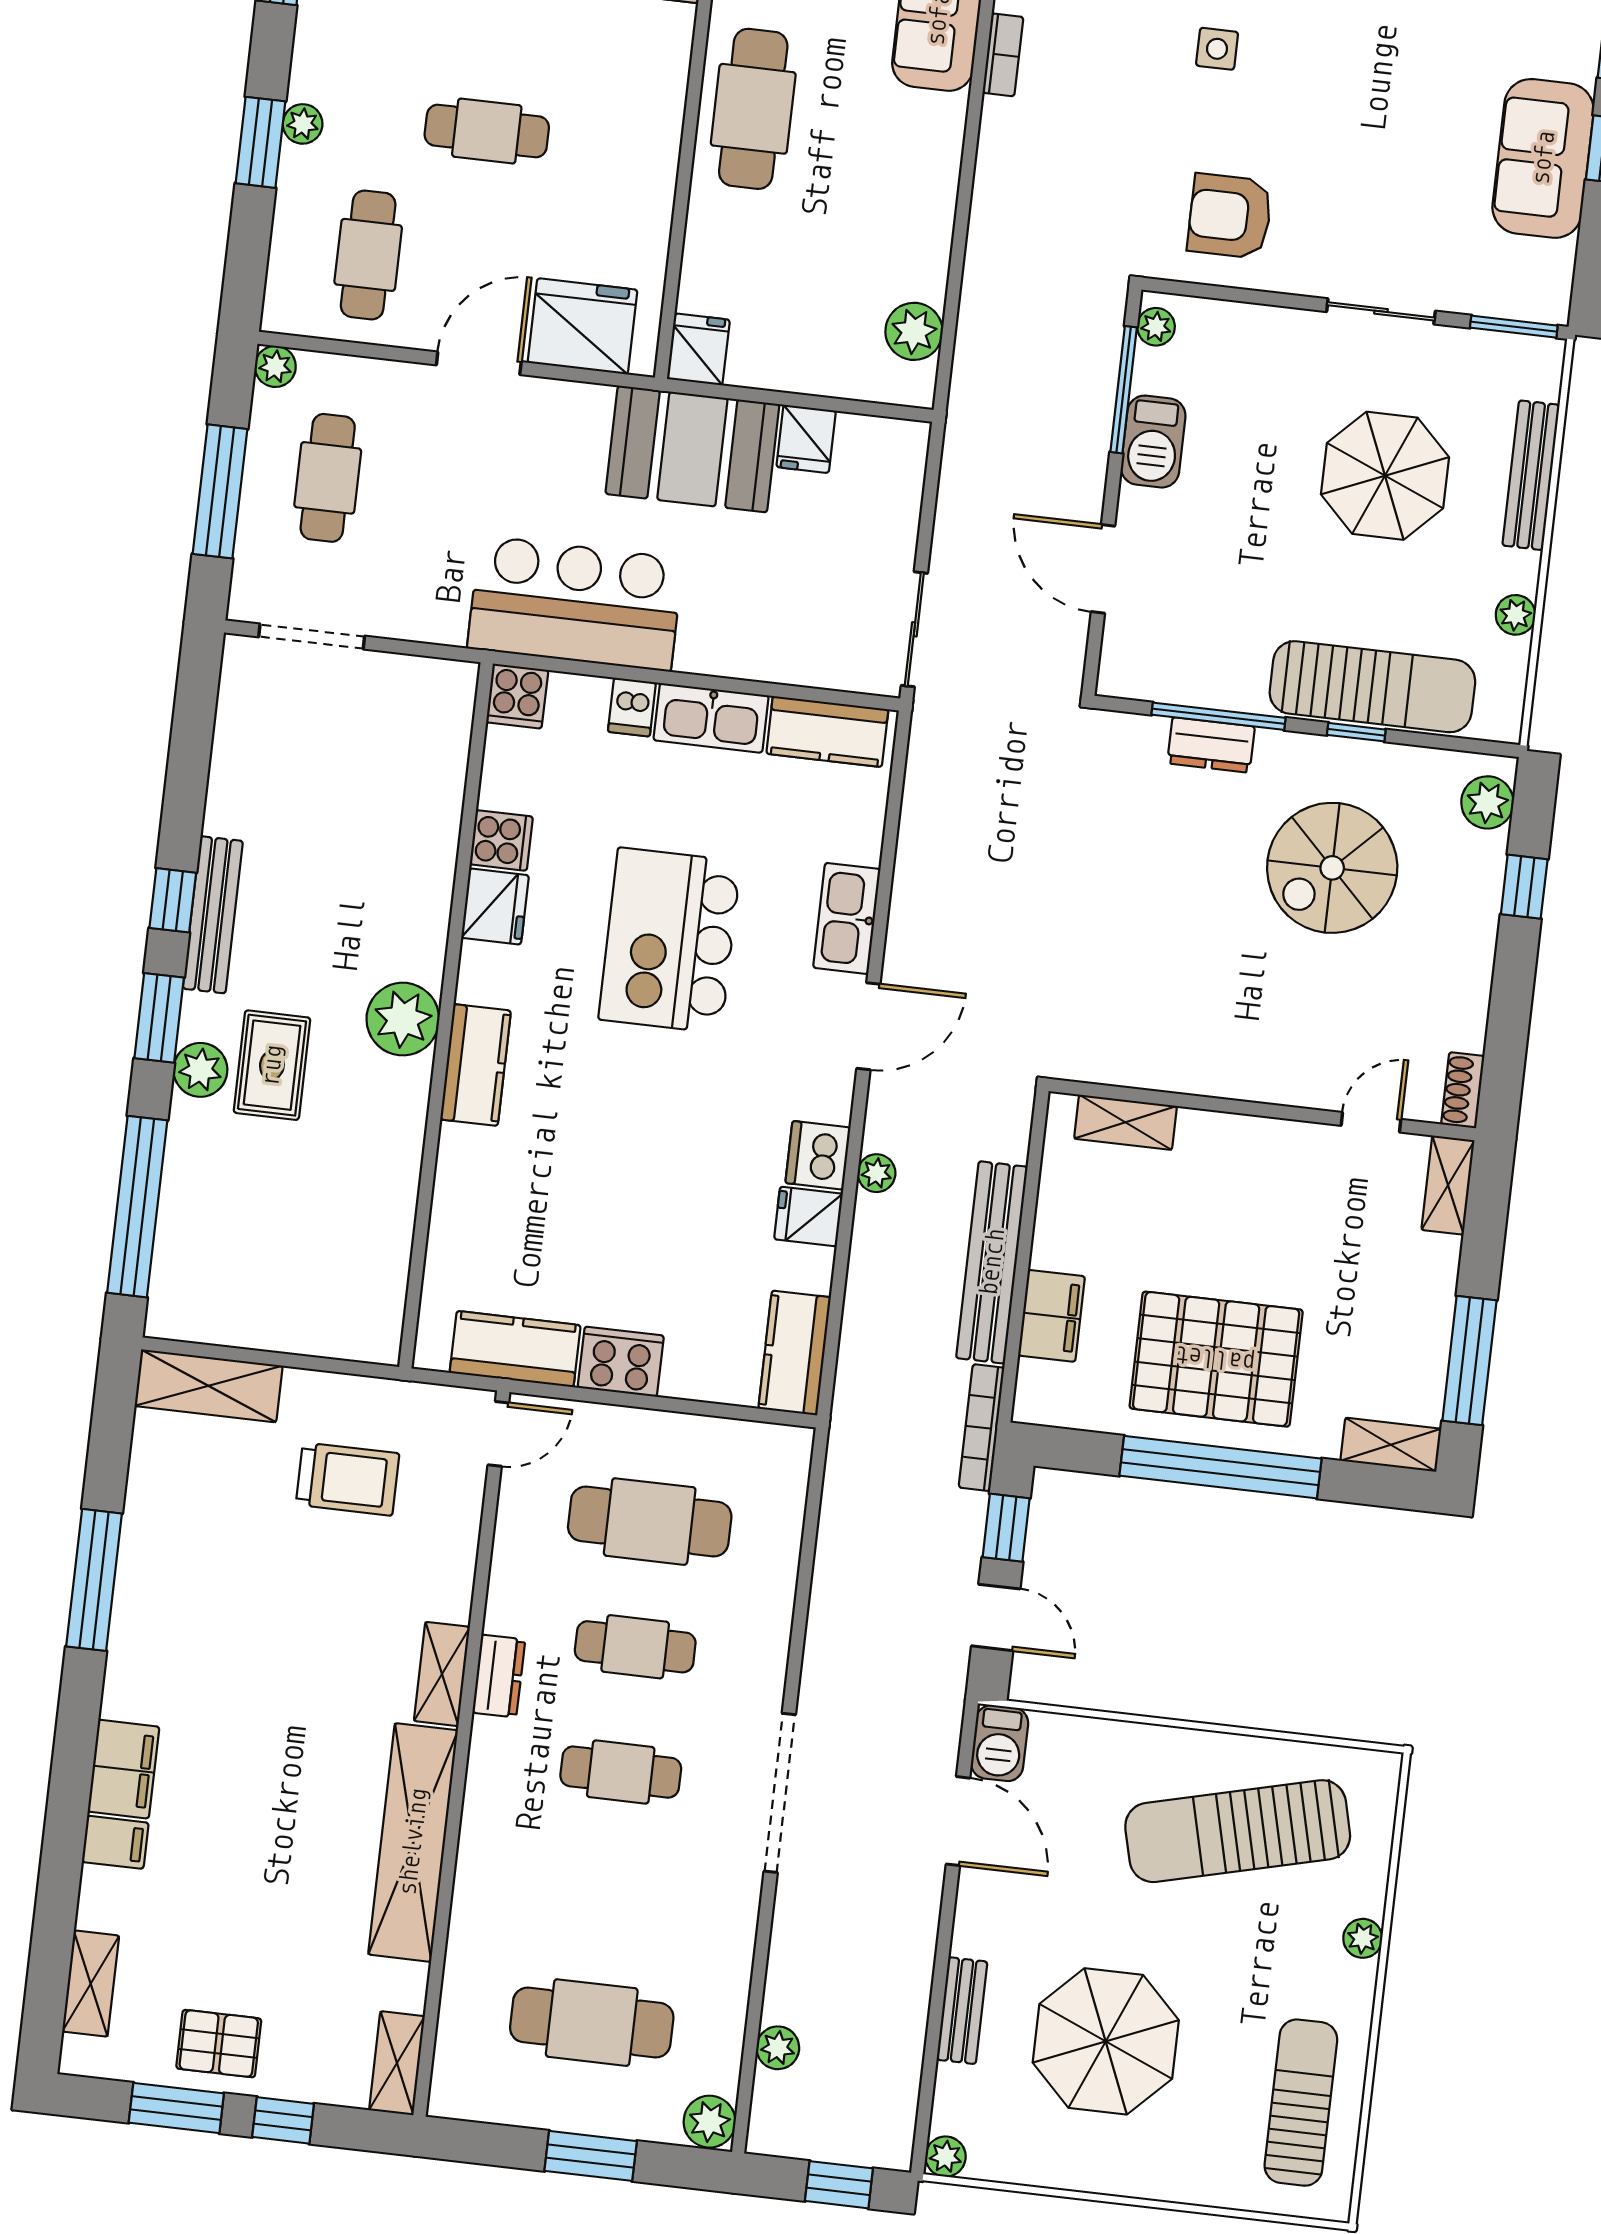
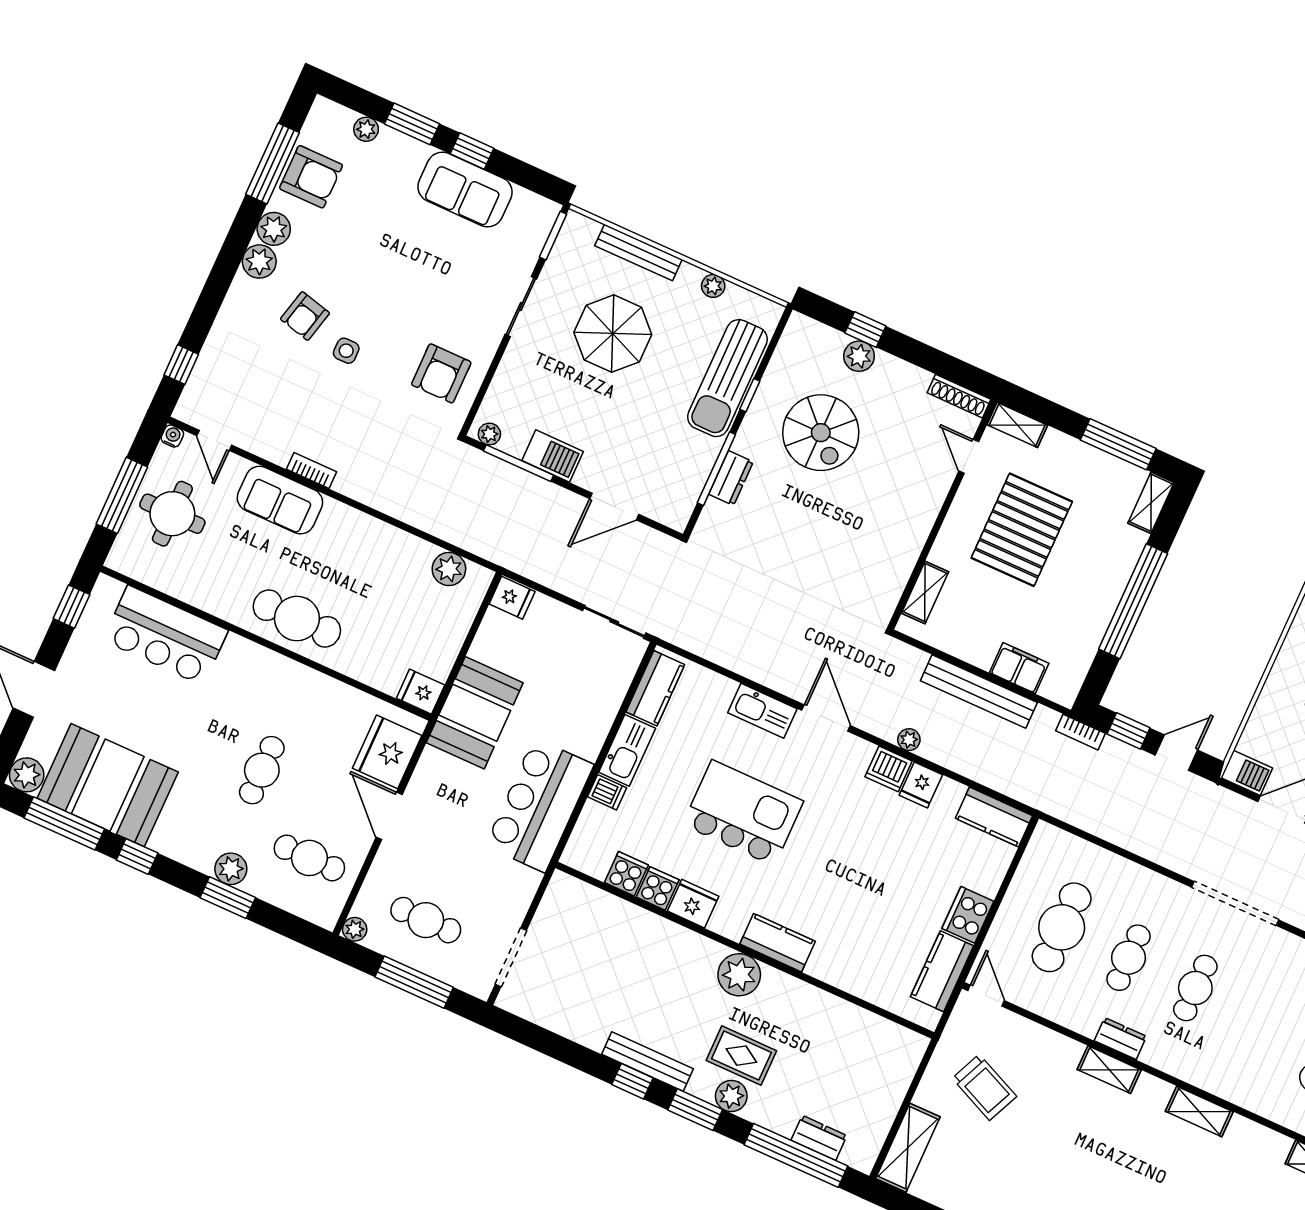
plant: (303, 124) -> (231, 869), width x1.38, depth x1.38
fridge: (806, 439) -> (512, 598), moved
sun lounger: (1372, 687) -> (727, 378), turned 180
cooker: (517, 696) -> (626, 874), moved, turned -90
plant: (1487, 802) -> (859, 356), moved
kitchen island: (670, 940) -> (743, 813), turned 180
shoe rack: (1463, 1090) -> (959, 396), width x1.43
dresser: (178, 1235) -> (819, 1138), added
pallet: (1216, 1359) -> (1022, 530), moved
bookcase: (982, 1428) -> (1081, 732), width x0.64
trolley: (348, 1479) -> (984, 1087), turned 114
shelving: (413, 1842) -> (1199, 1111), width x0.45, depth x0.75

